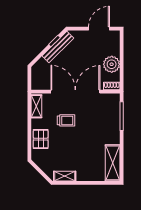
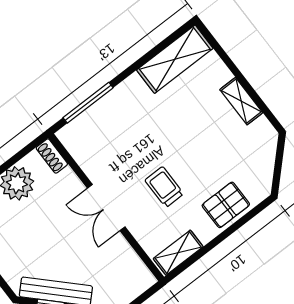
double door: (75, 92) -> (106, 208), width x0.54
shelving: (65, 176) -> (241, 101), moved

